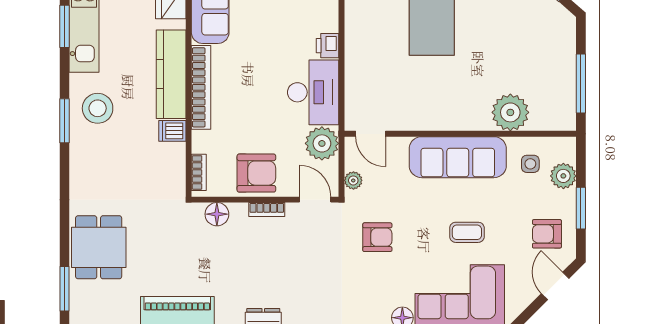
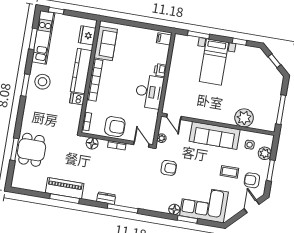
plant: (322, 143) -> (149, 117), removed
coffee table: (467, 232) -> (229, 172), moved
window: (65, 289) -> (14, 149), moved

